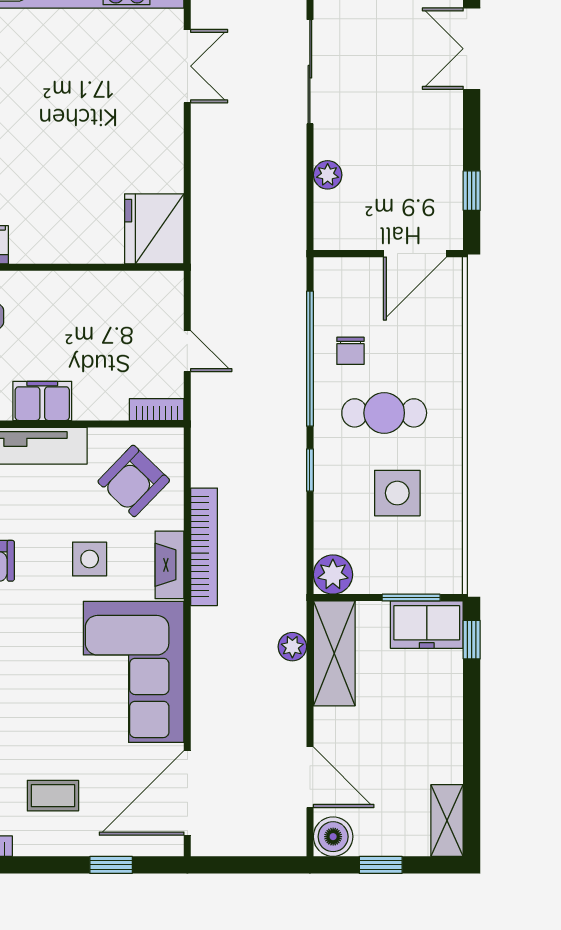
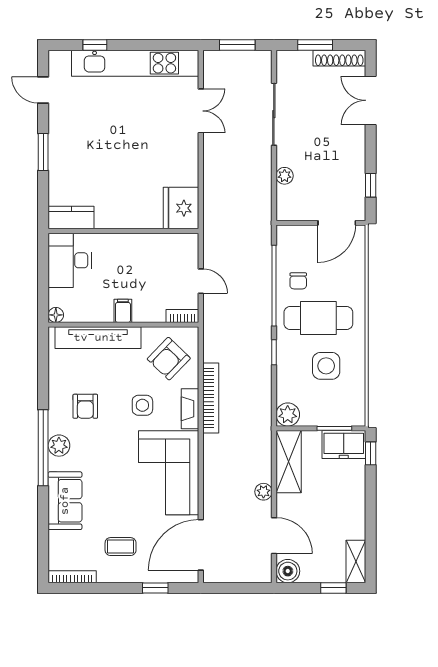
filing cabinet: (42, 401) -> (123, 311), width x0.50
cafe table: (384, 413) -> (318, 318), width x1.37, depth x1.35
plant: (292, 647) -> (263, 492), moved
window: (381, 865) -> (333, 588), moved

